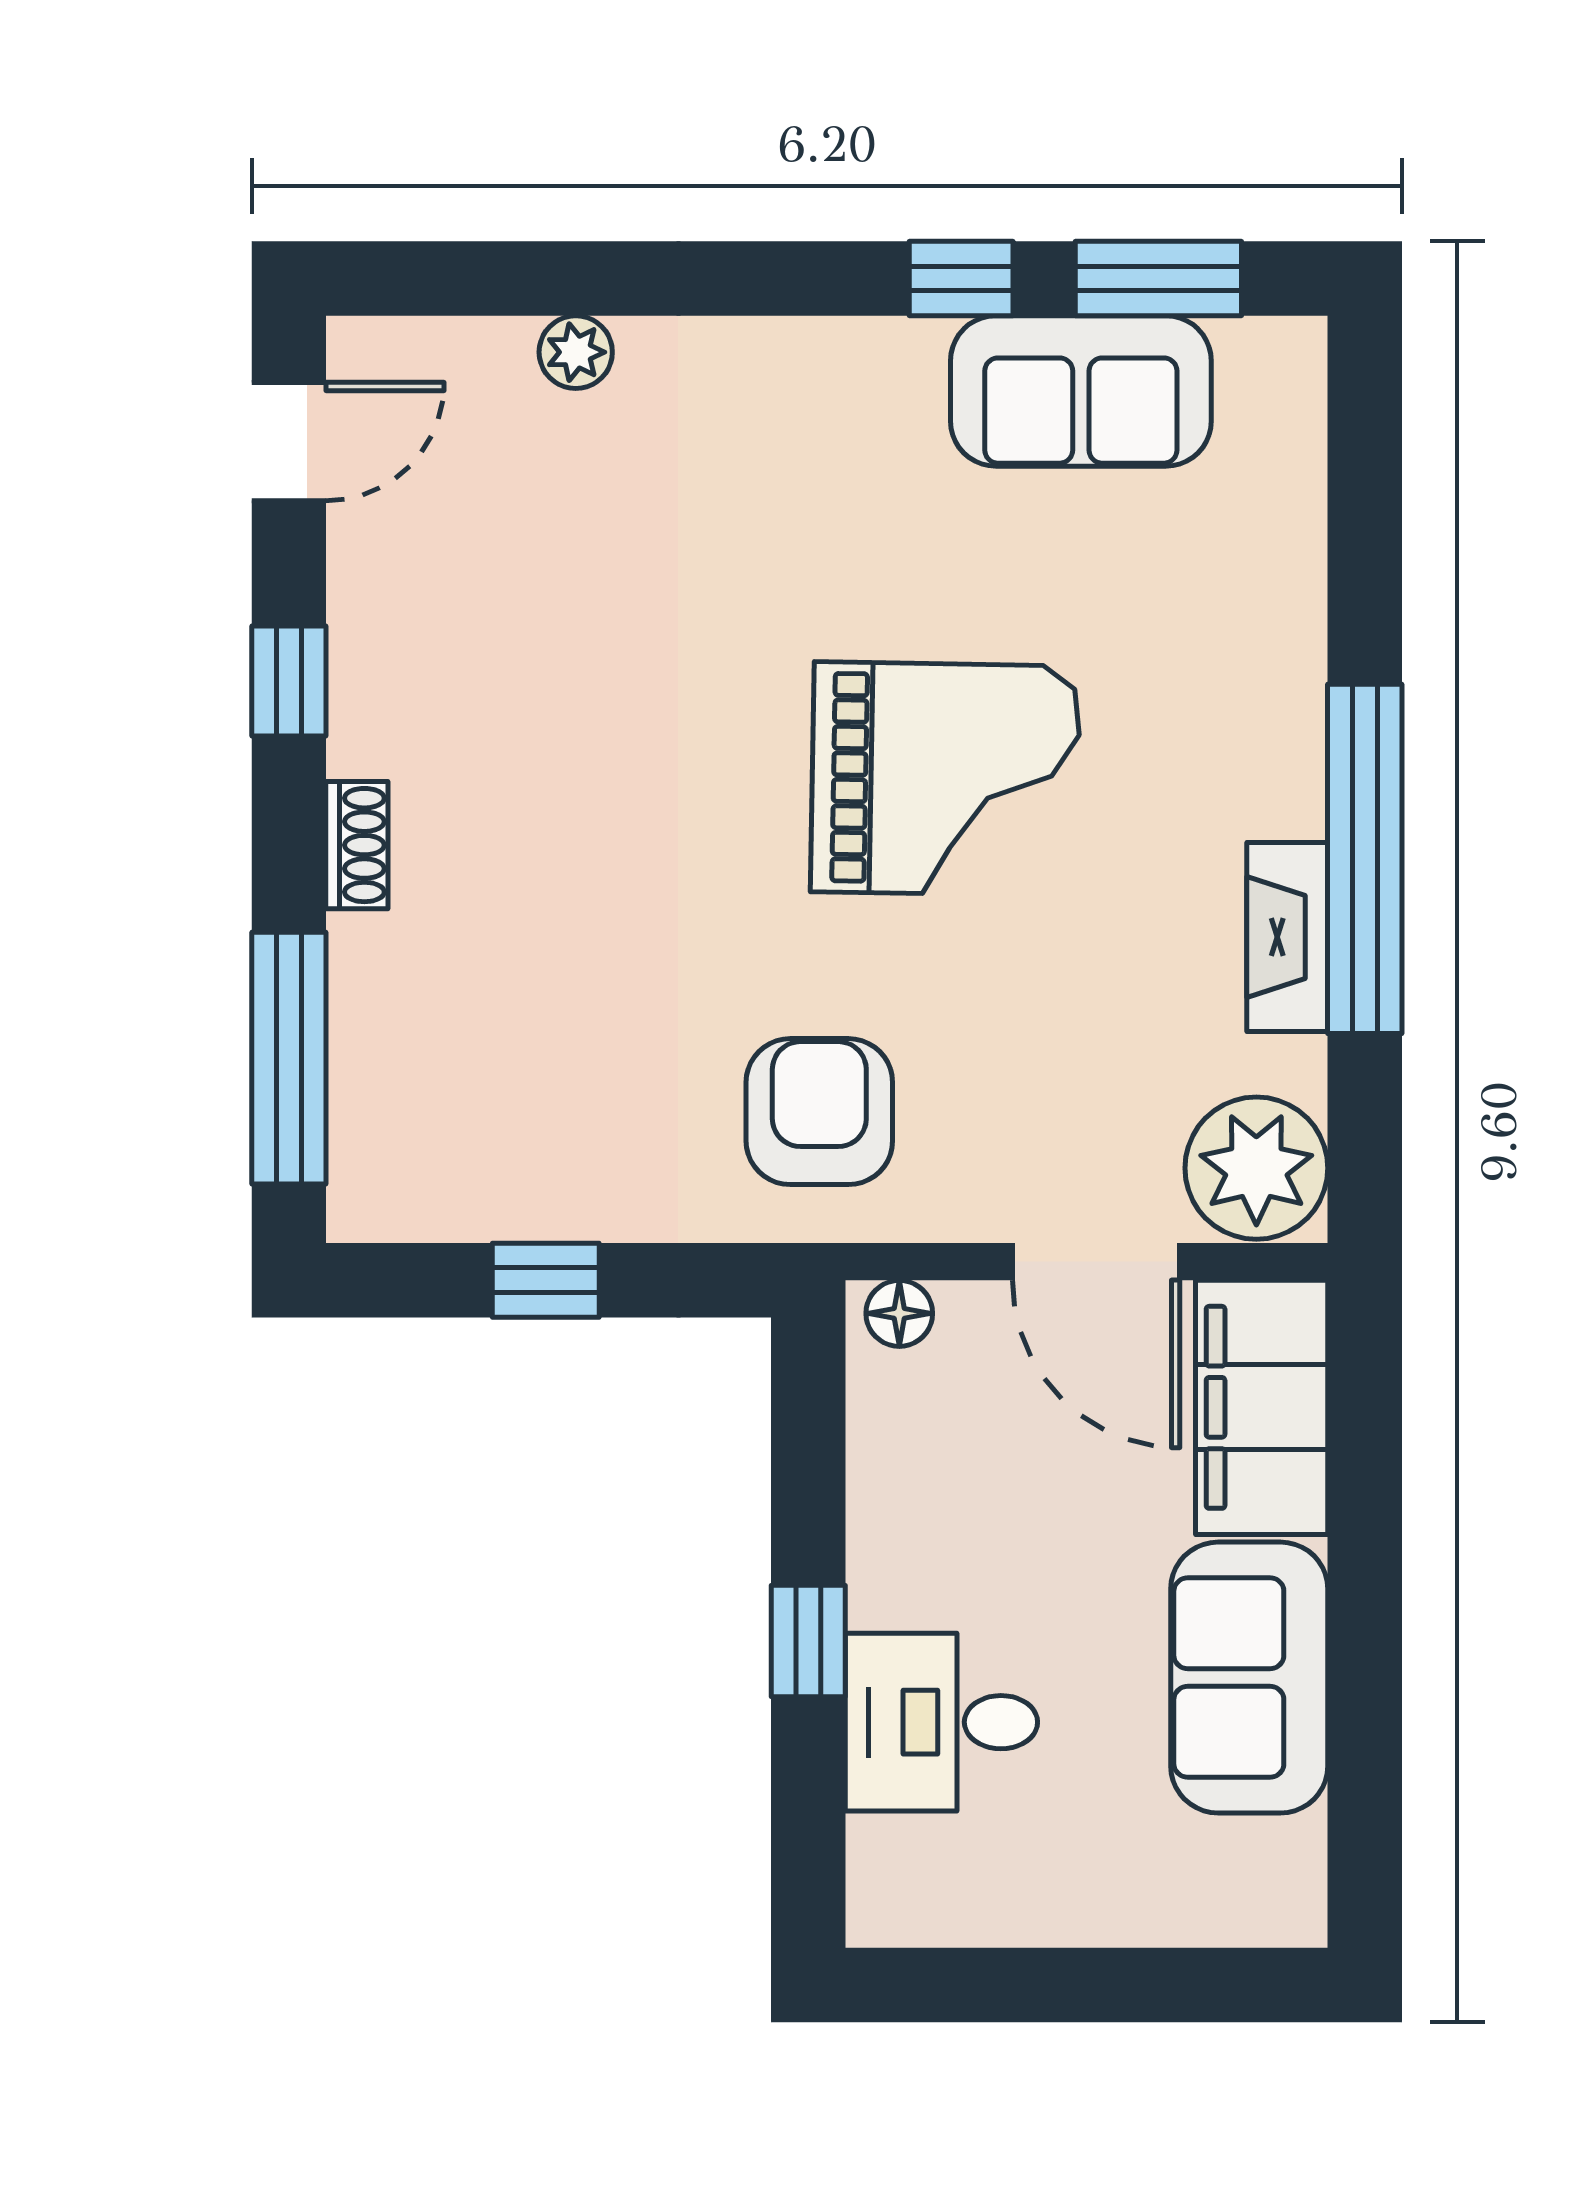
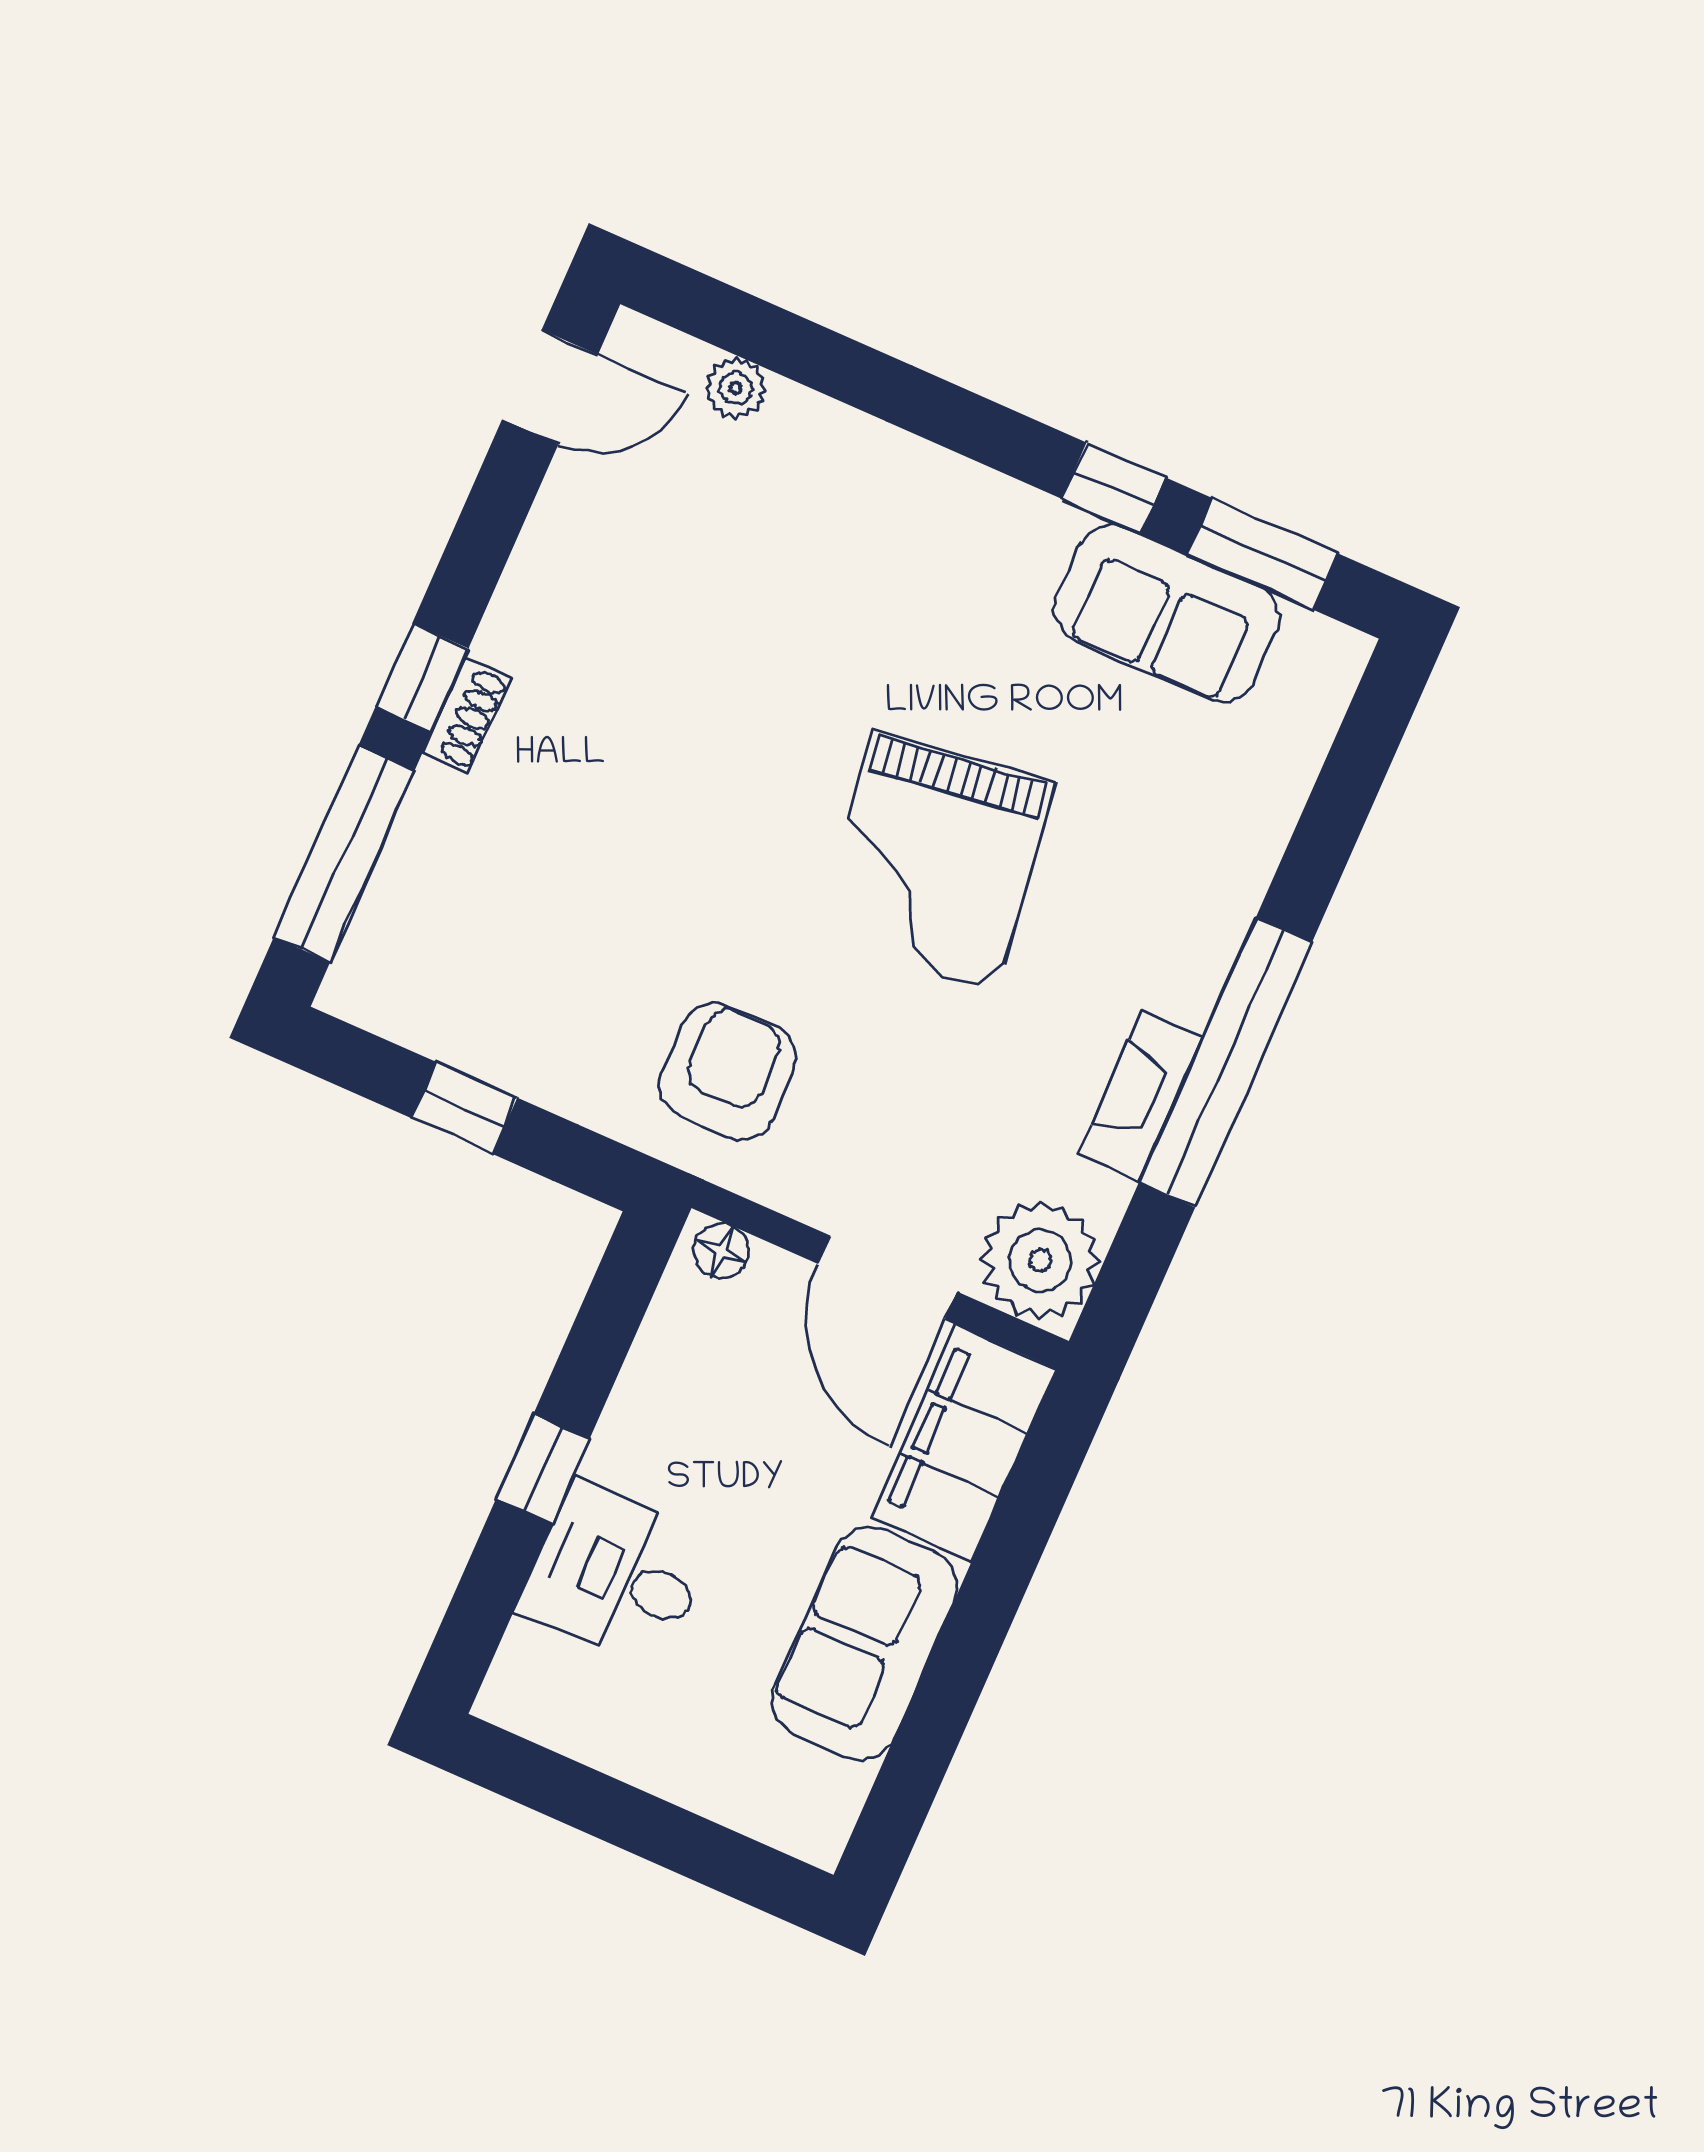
plant: (576, 352) -> (736, 388), moved
window: (289, 681) -> (422, 678), moved
grand piano: (945, 779) -> (935, 862), turned 81

